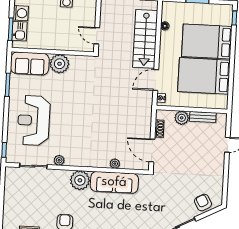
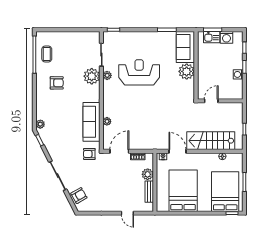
bed: (207, 41) -> (225, 192), moved
reception desk: (34, 120) -> (139, 72), moved
plant: (80, 180) -> (92, 76), moved
armchair: (153, 187) -> (89, 154), added

